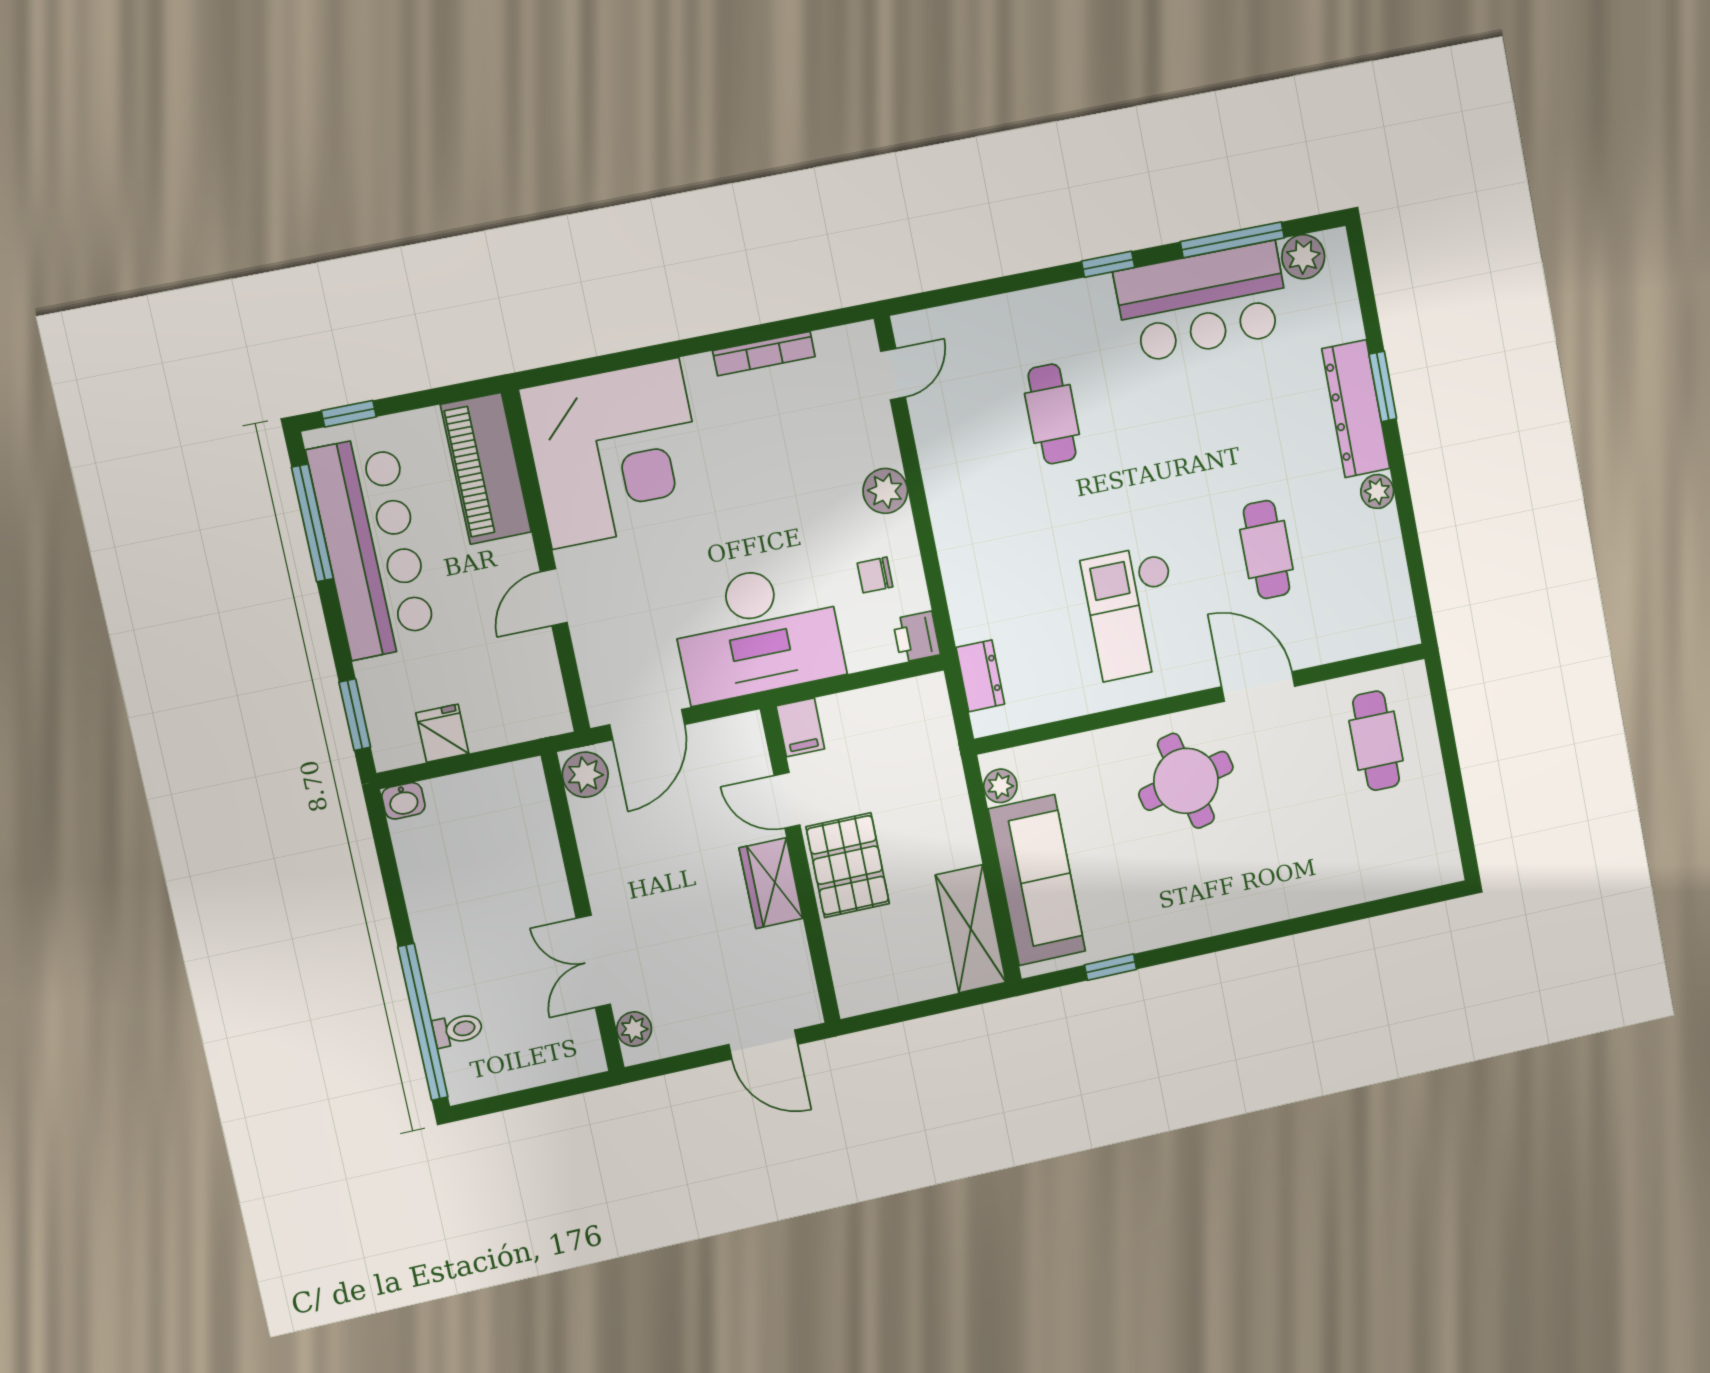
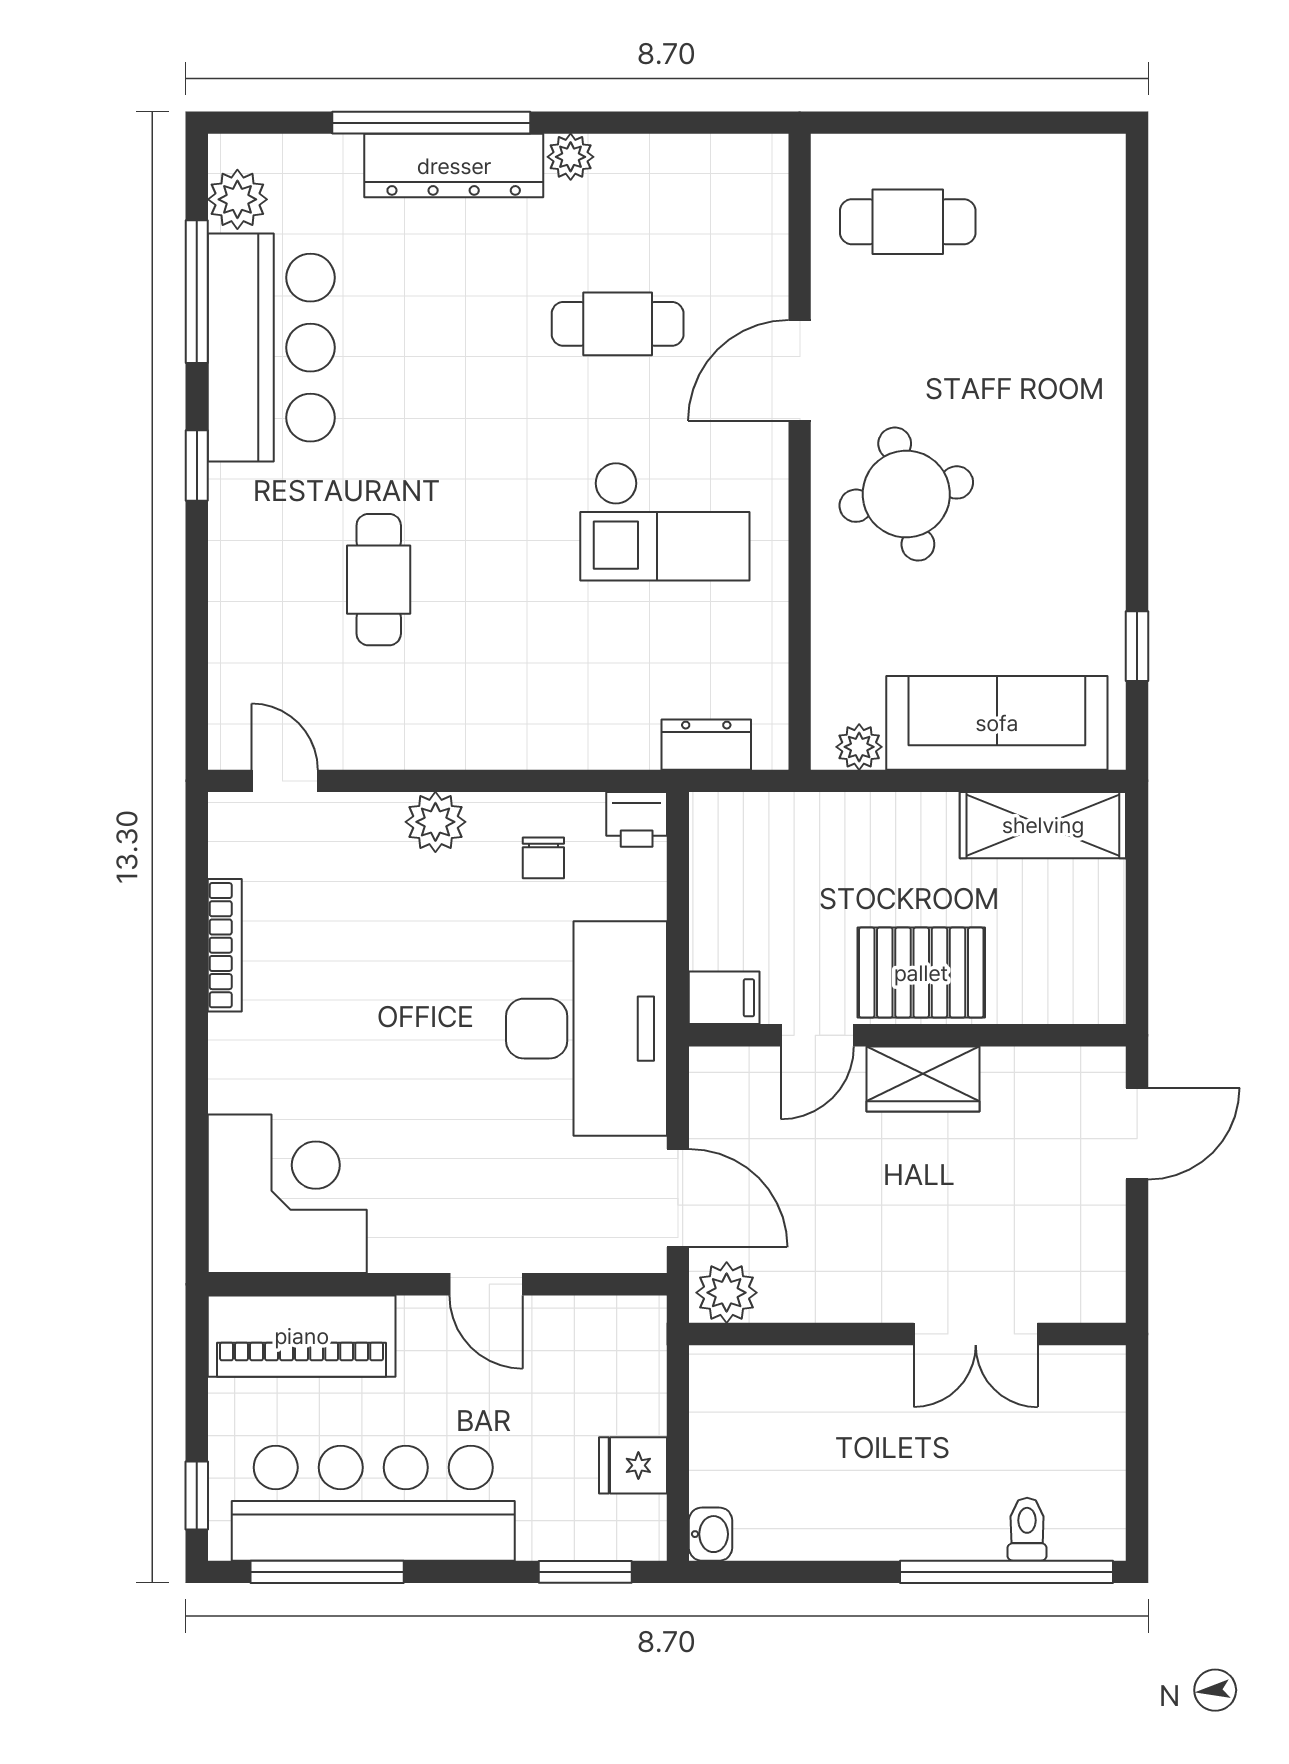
window: (1383, 386) -> (431, 123), width x2.11
cafe table: (1052, 414) -> (379, 580), turned 90
corner desk: (616, 454) -> (287, 1194), width x0.74, depth x0.74
plant: (634, 1029) -> (1078, 1300), removed

